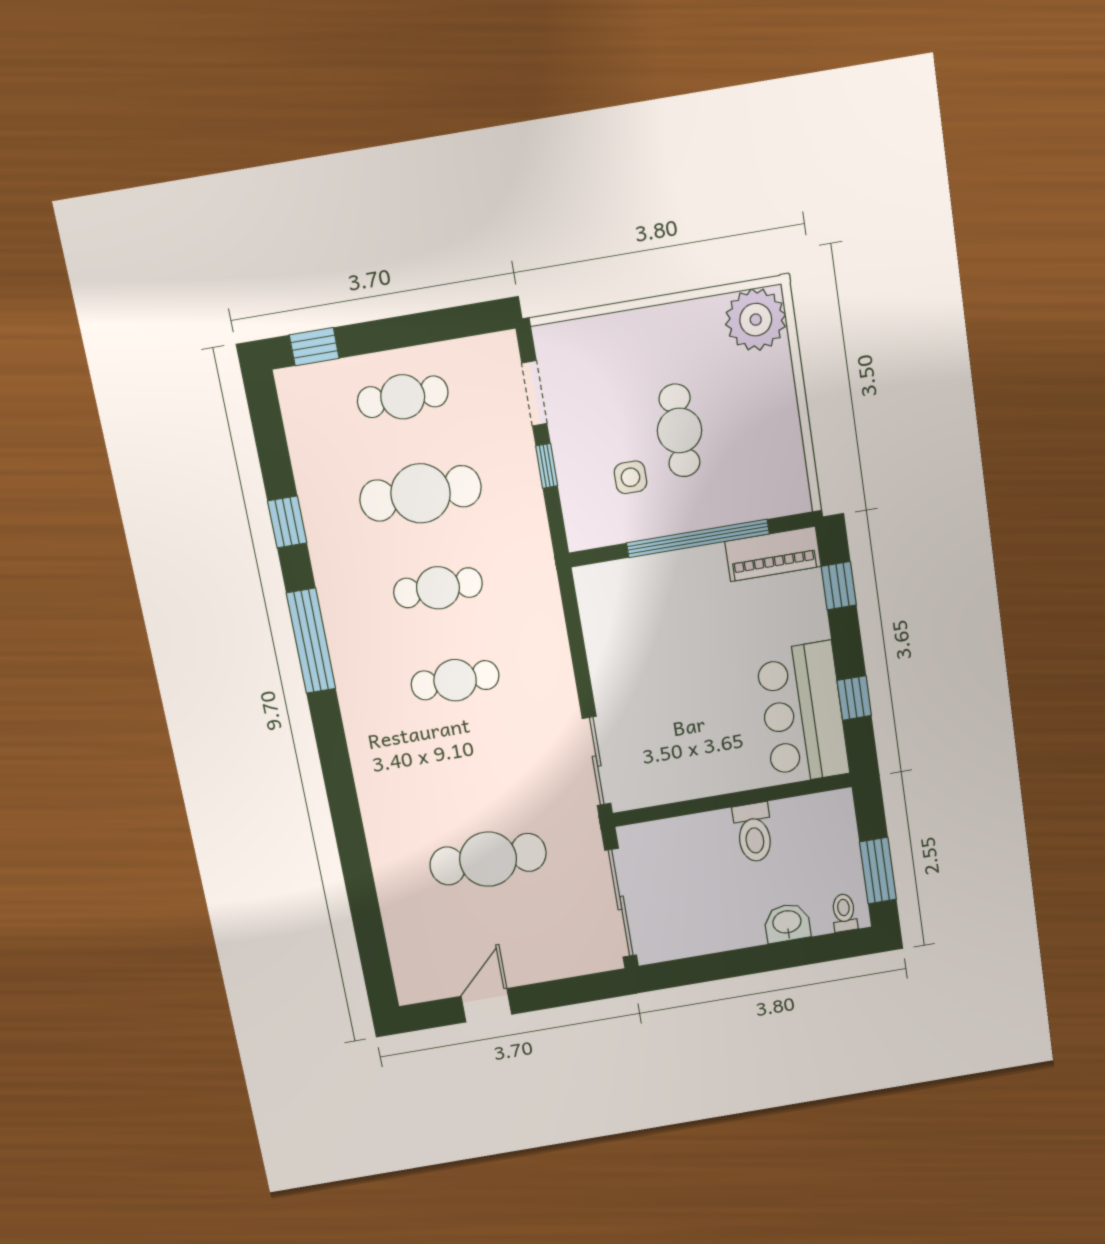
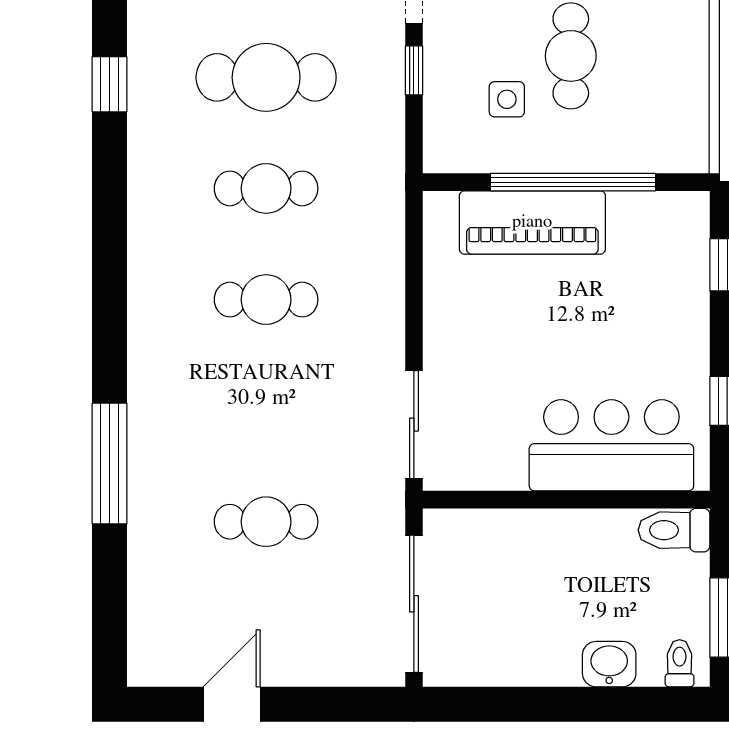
piano: (773, 554) -> (532, 222), moved, width x1.37, depth x1.33
window: (311, 641) -> (109, 463), moved
bar counter: (803, 713) -> (611, 445), moved, turned 90
toilet: (754, 833) -> (674, 530), moved, turned 90
cafe table: (488, 859) -> (266, 522), width x0.73, depth x0.74

